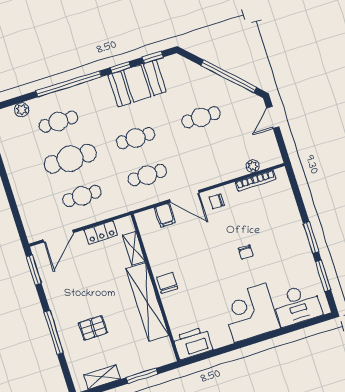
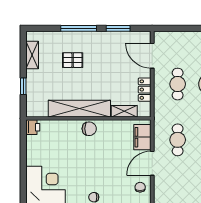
filing cabinet: (165, 215) -> (142, 137), width x2.00
window: (34, 270) -> (118, 28), moved
pallet: (93, 328) -> (73, 60), turned 90
printer: (193, 343) -> (33, 127), width x0.53, depth x0.68
window: (142, 376) -> (23, 86), width x0.67

